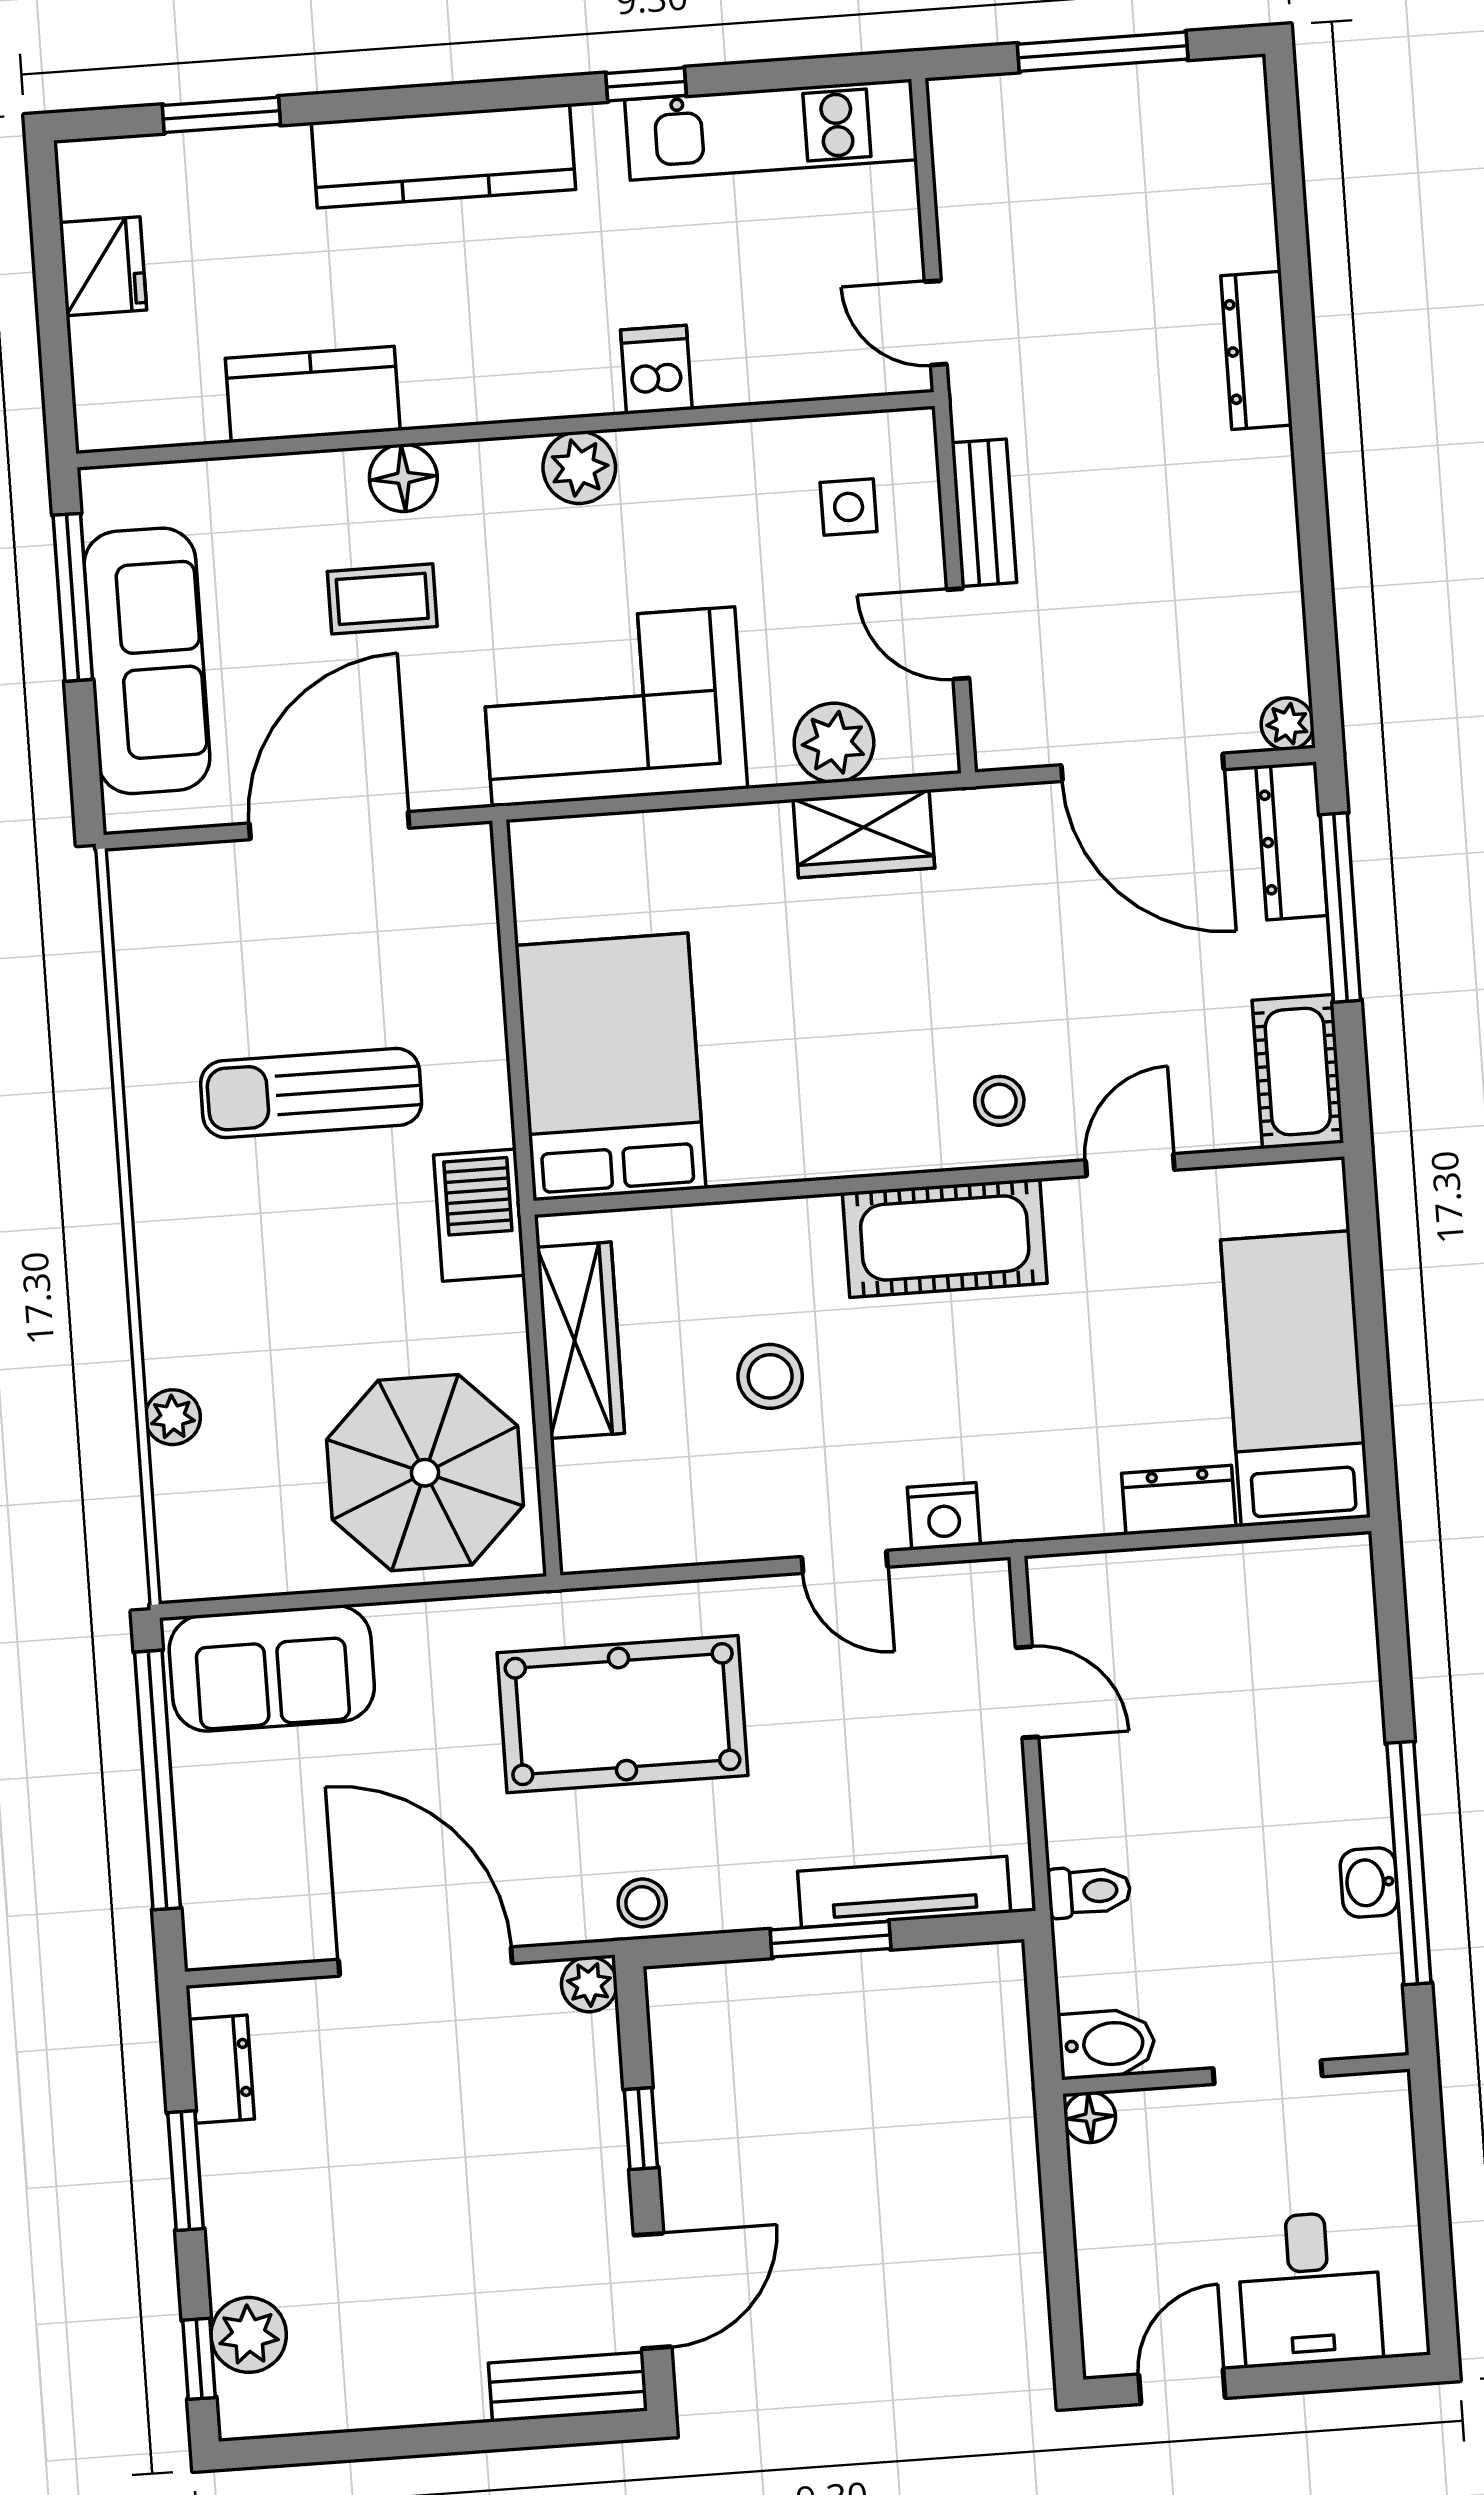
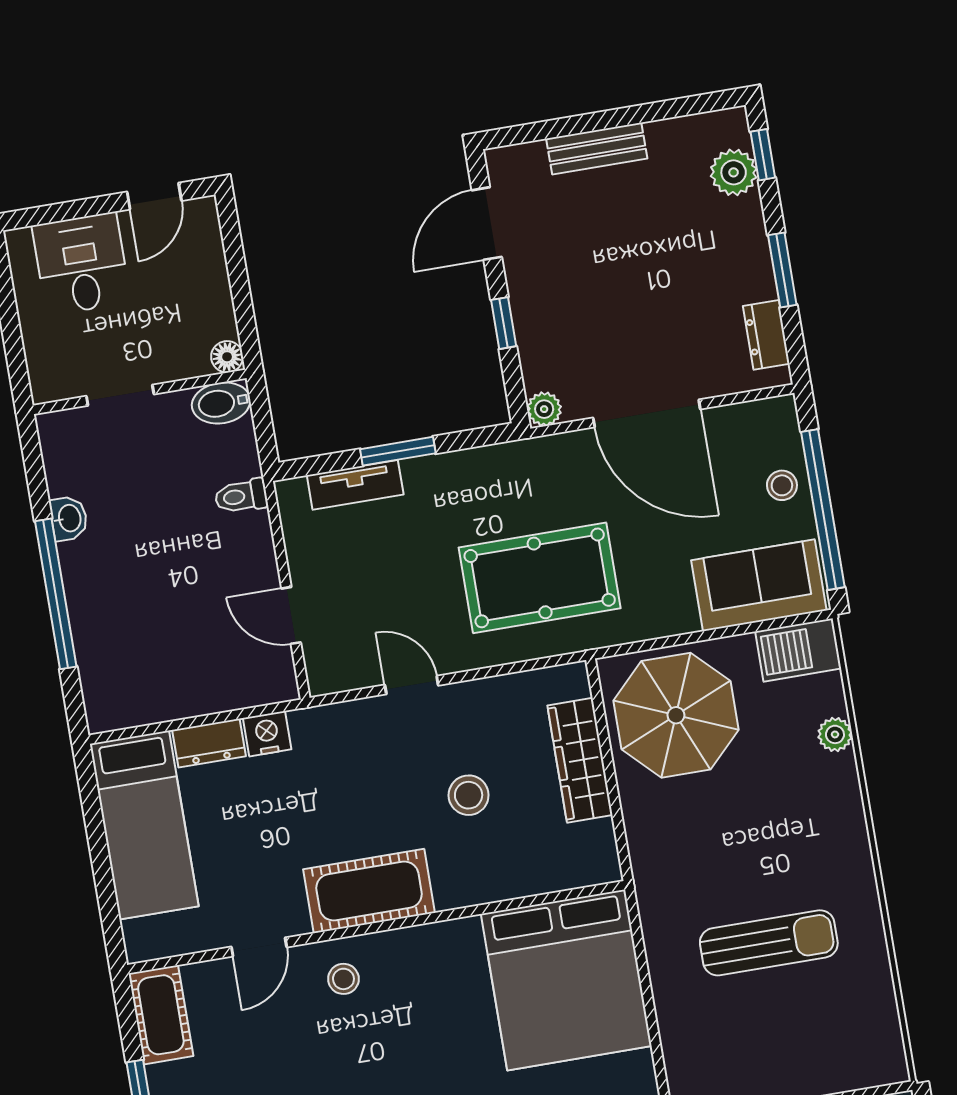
bed: (611, 1067) -> (566, 980), width x1.36
barbecue: (479, 1215) -> (798, 650), moved, turned 90
wardrobe: (581, 1340) -> (580, 760), moved
nightstand: (944, 1516) -> (267, 734), moved
window: (1409, 1863) -> (56, 594), moved
tv unit: (904, 1892) -> (355, 485), width x0.71
stool: (642, 1903) -> (782, 485), moved
bench: (568, 2387) -> (597, 149), moved

